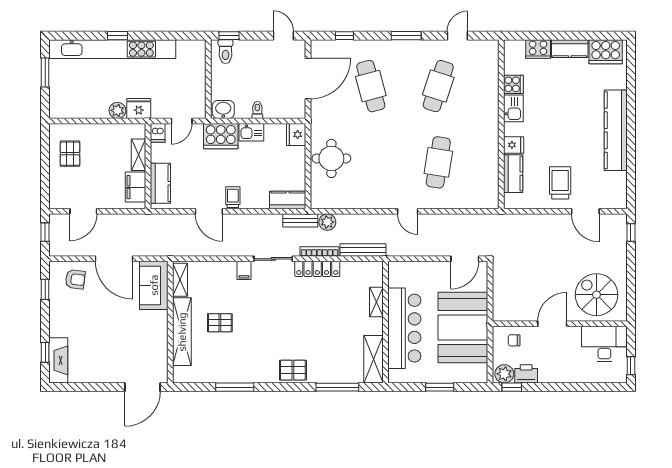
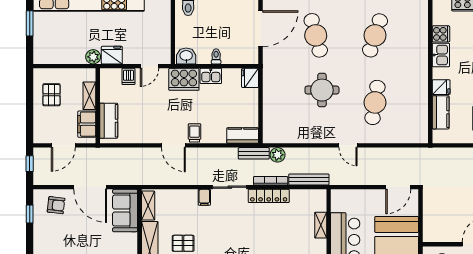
shelving: (138, 155) -> (89, 96), moved
round table: (331, 158) -> (322, 90), moved
wall: (148, 166) -> (98, 106), moved
kitchen counter: (160, 183) -> (109, 121), moved
filing cabinet: (136, 187) -> (87, 124), moved

